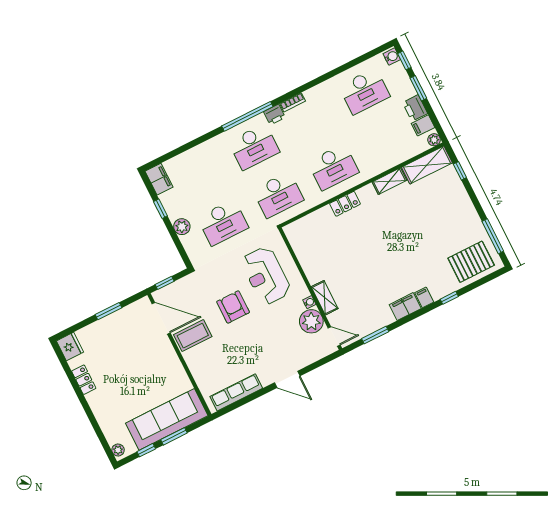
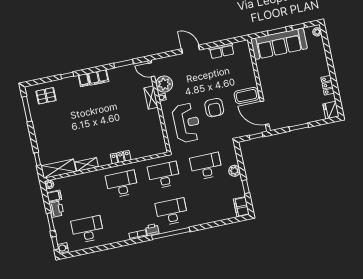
pallet: (471, 262) -> (46, 96), width x0.67, depth x0.71
row of seats: (236, 392) -> (222, 51), width x0.68

